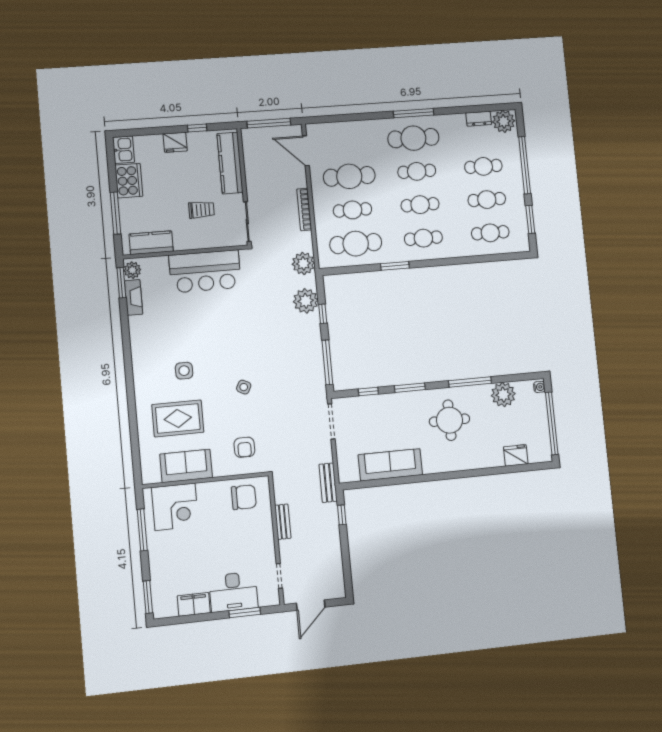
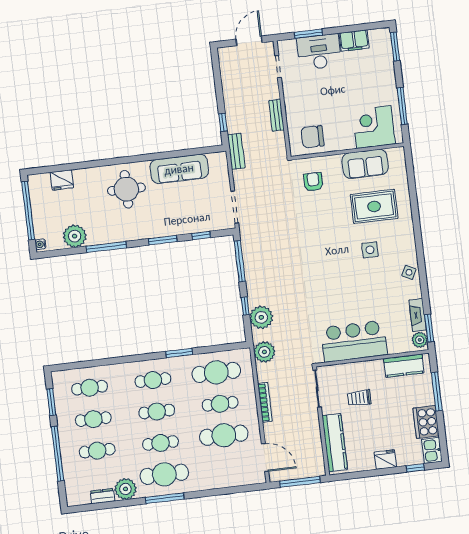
plant: (504, 121) -> (125, 489), moved
window: (197, 128) -> (415, 468), moved
side table: (244, 387) -> (409, 272), moved
round table: (449, 420) -> (126, 189), moved

